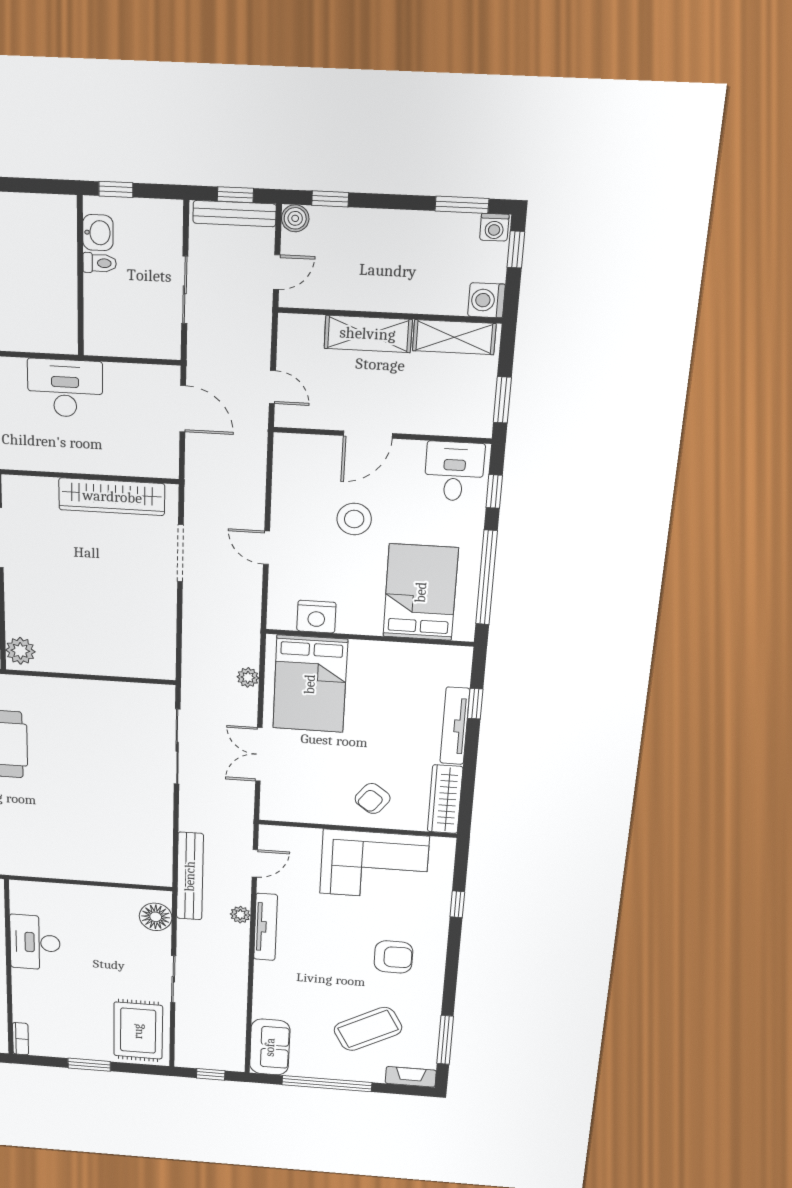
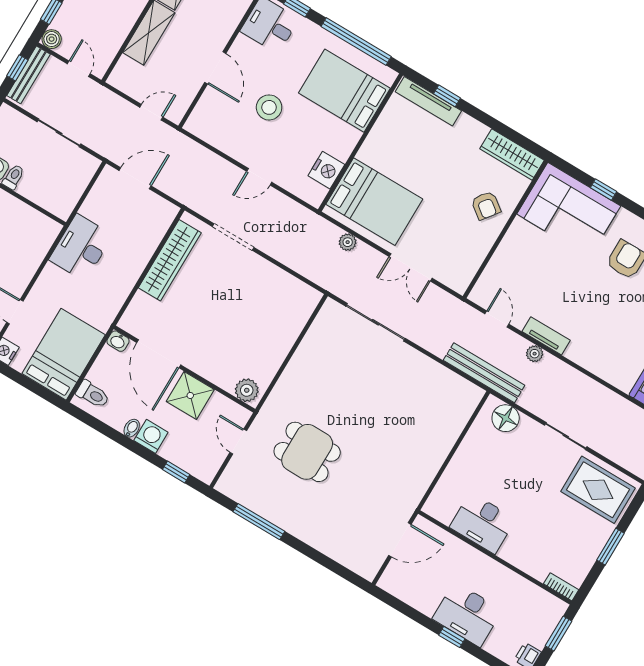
tv unit: (455, 726) -> (428, 101), moved
corner sofa: (374, 865) -> (569, 210), moved, turned 90
tv unit: (266, 927) -> (546, 336), width x0.71

